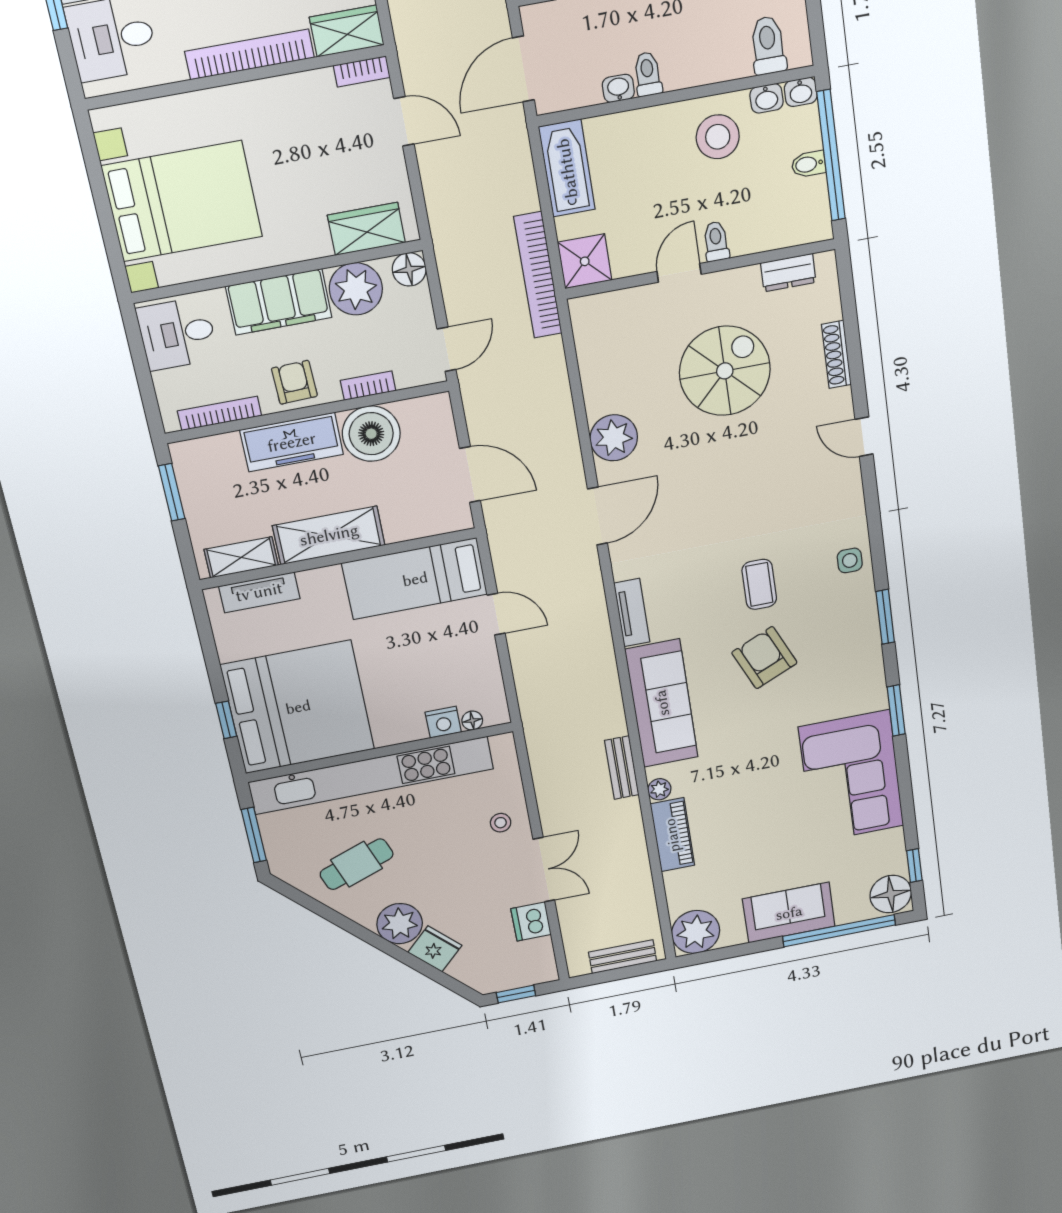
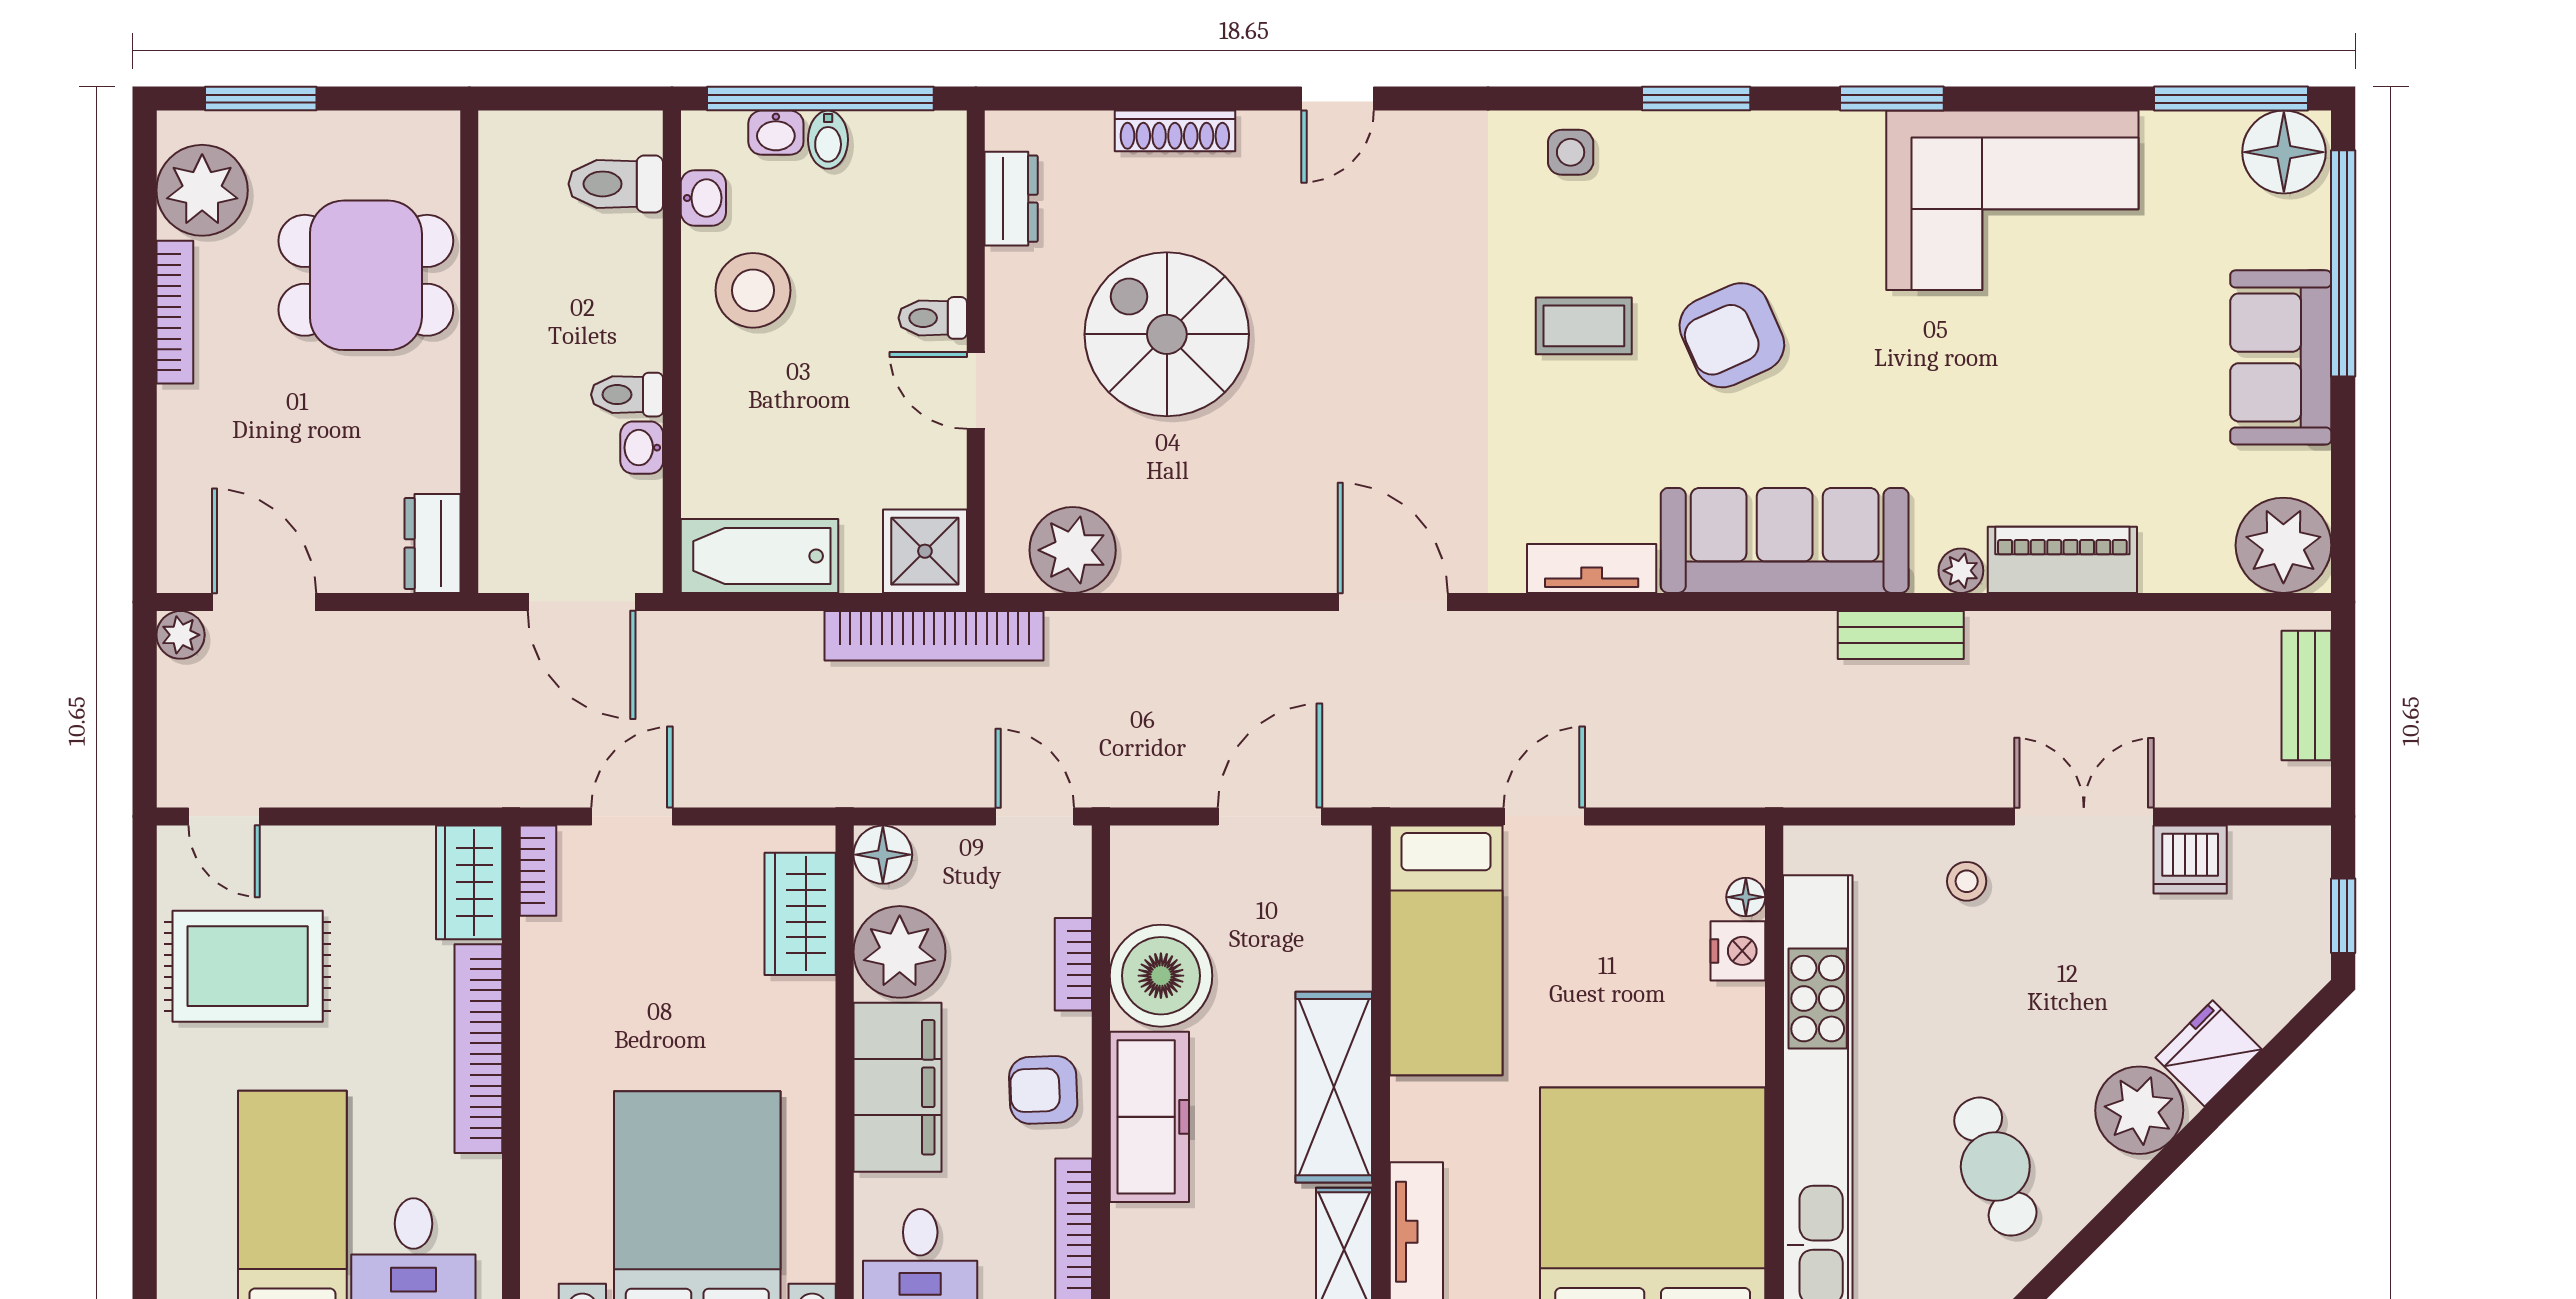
washbasin: (801, 92) -> (776, 133), moved, turned 90
plant: (614, 438) -> (1073, 550), moved
window: (914, 865) -> (2231, 99), width x2.17

